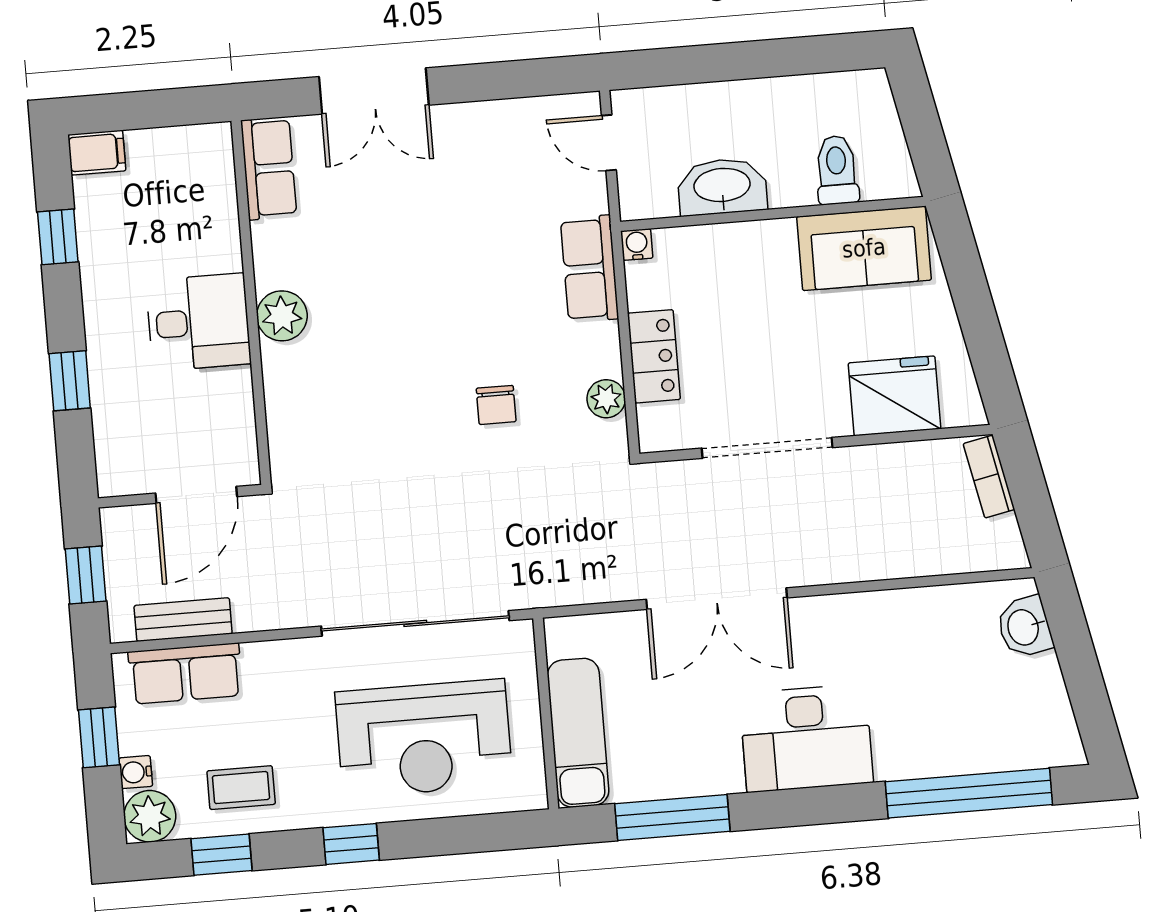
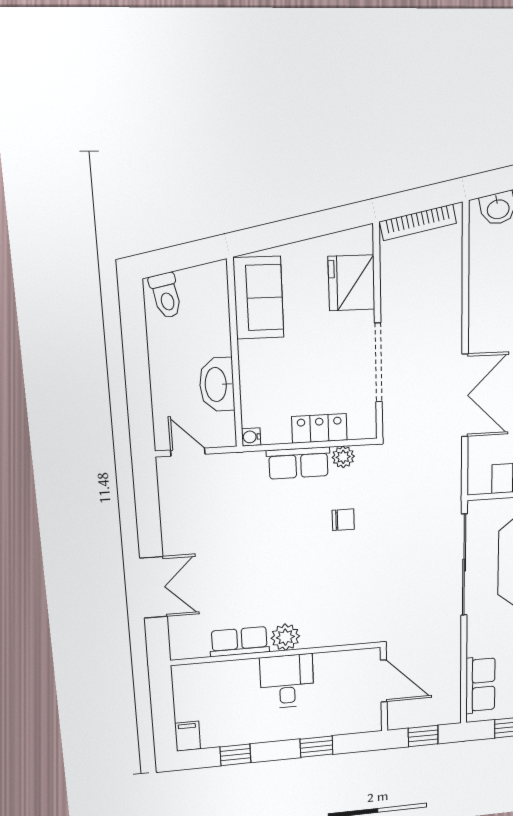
door: (609, 143) -> (188, 452), swing flipped
row of seats: (269, 168) -> (239, 642), moved
toilet: (837, 170) -> (166, 296), moved, turned -102
row of seats: (590, 269) -> (298, 463), moved
bookcase: (989, 477) -> (418, 222), width x1.56
bench: (183, 620) -> (451, 687), removed

